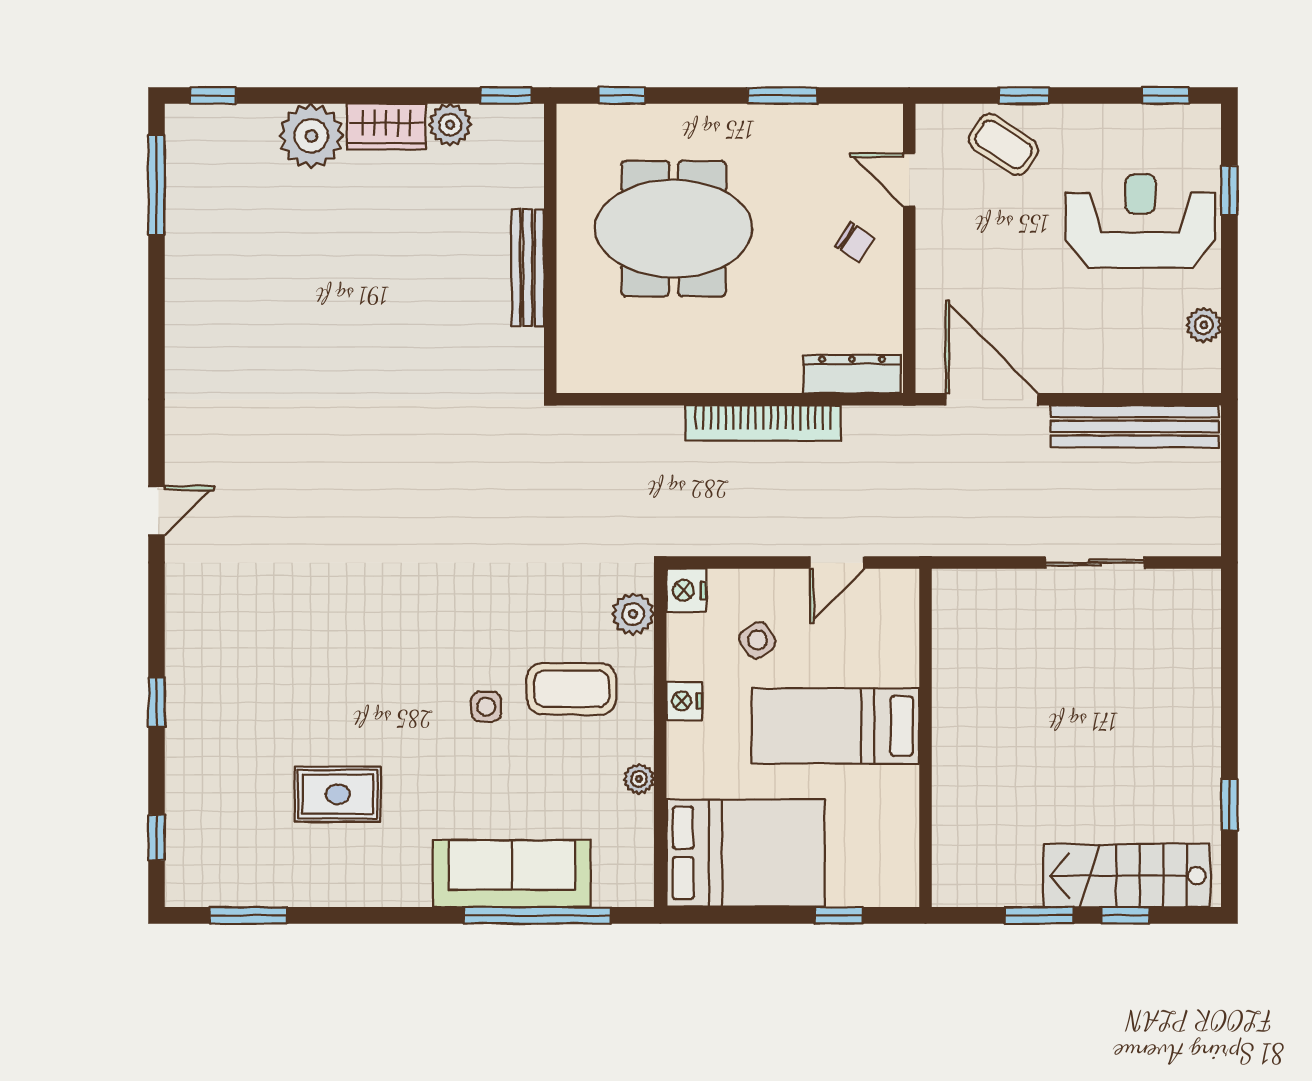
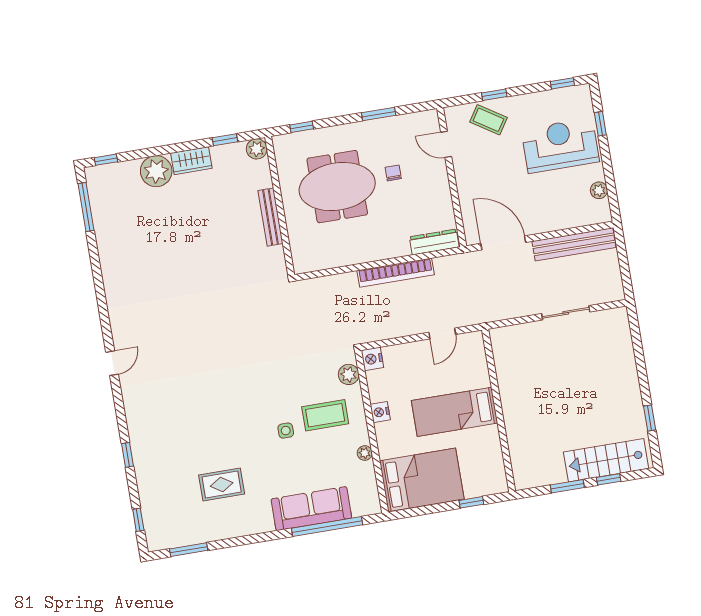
window: (506, 95) -> (225, 140), moved
plant: (450, 125) -> (257, 149), moved
chair: (855, 242) -> (393, 173), moved, turned -124
side table: (757, 640) -> (410, 377), removed

